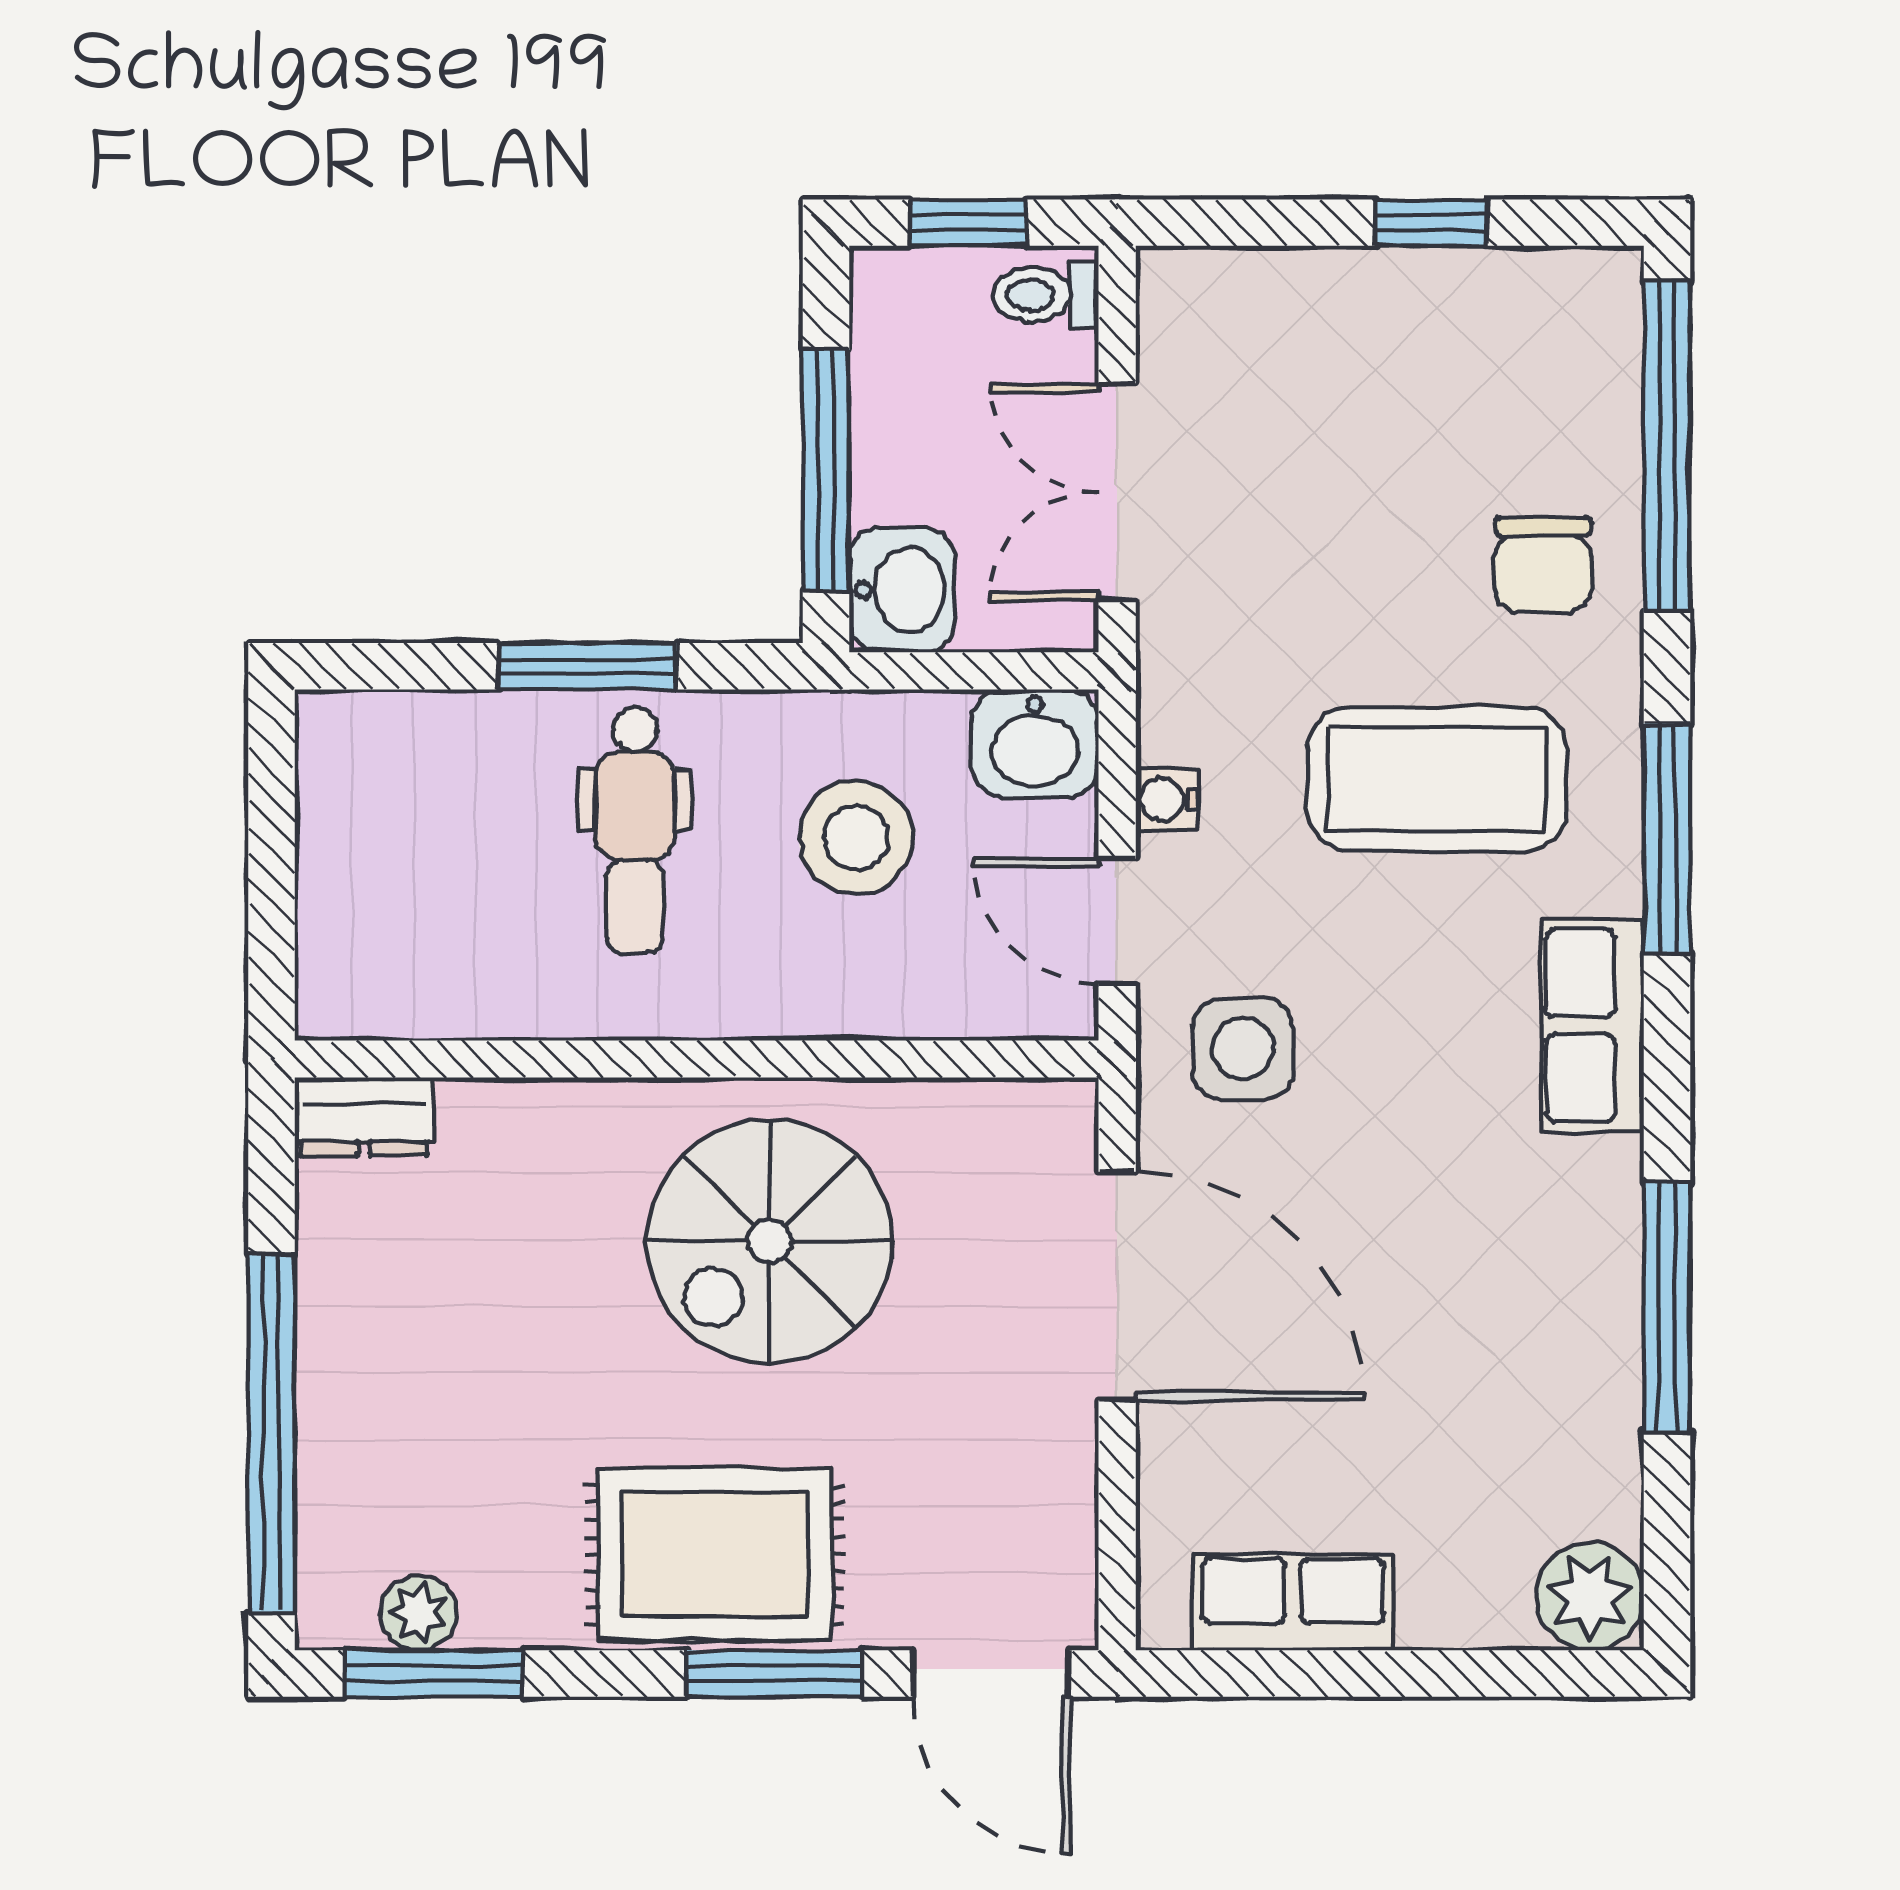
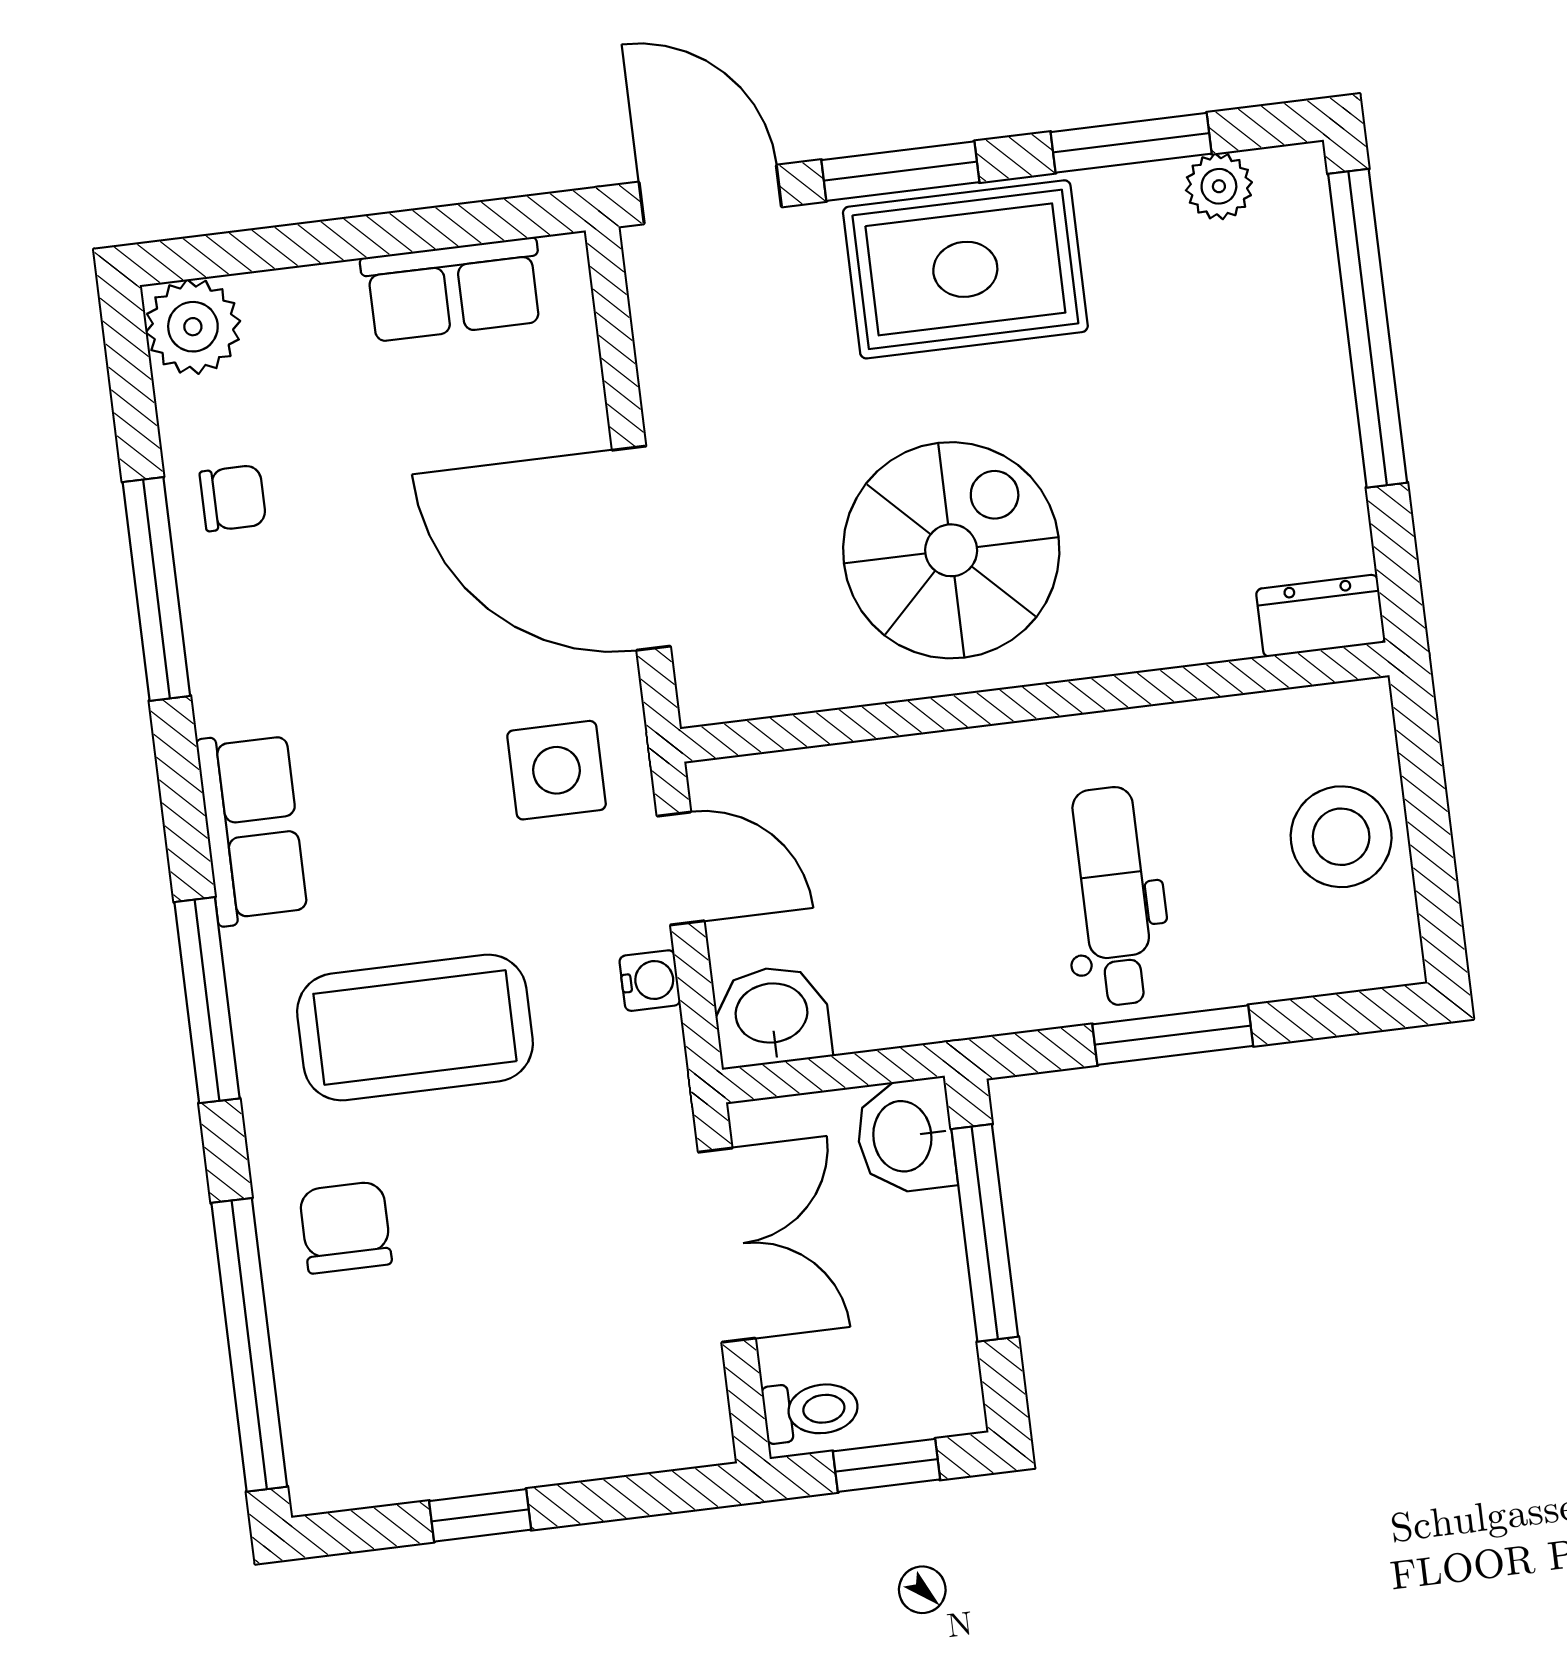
stool: (856, 838) -> (1341, 837), moved
chair: (1569, 1399) -> (233, 498), added
window: (434, 1674) -> (1131, 143), moved

